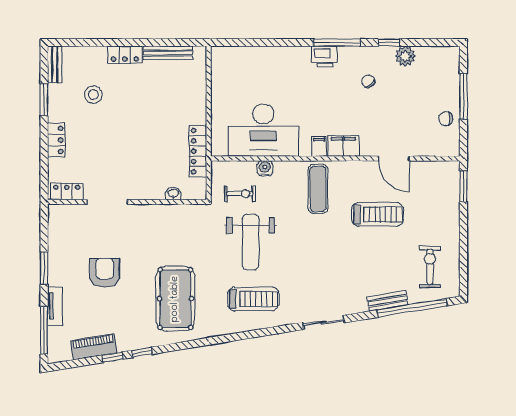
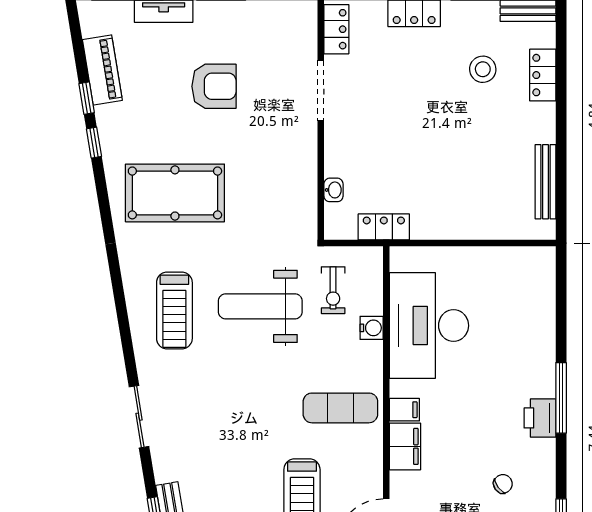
window: (337, 43) -> (561, 398), moved
locker: (125, 55) -> (543, 75), moved
locker: (198, 151) -> (384, 227), width x0.66

